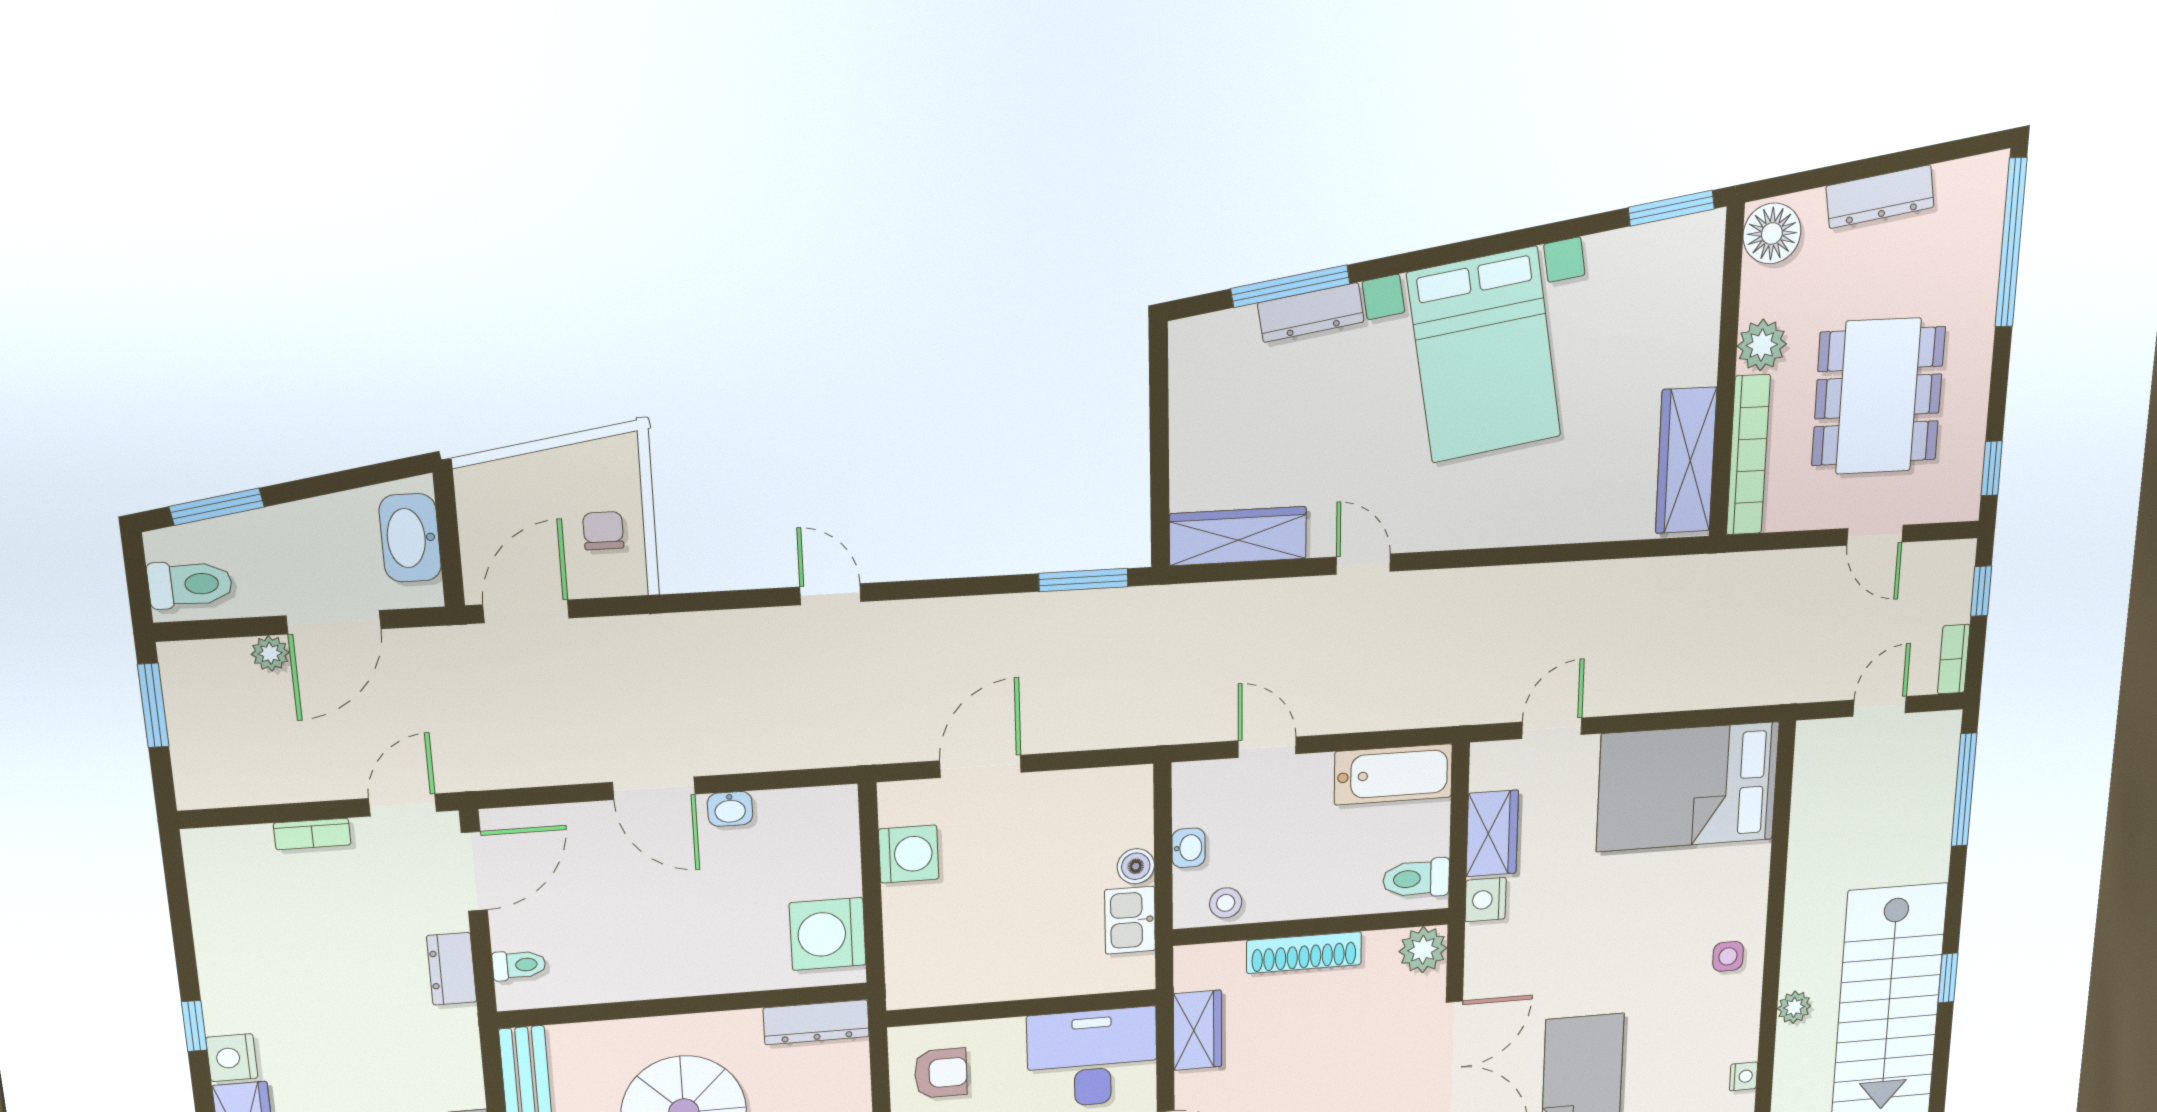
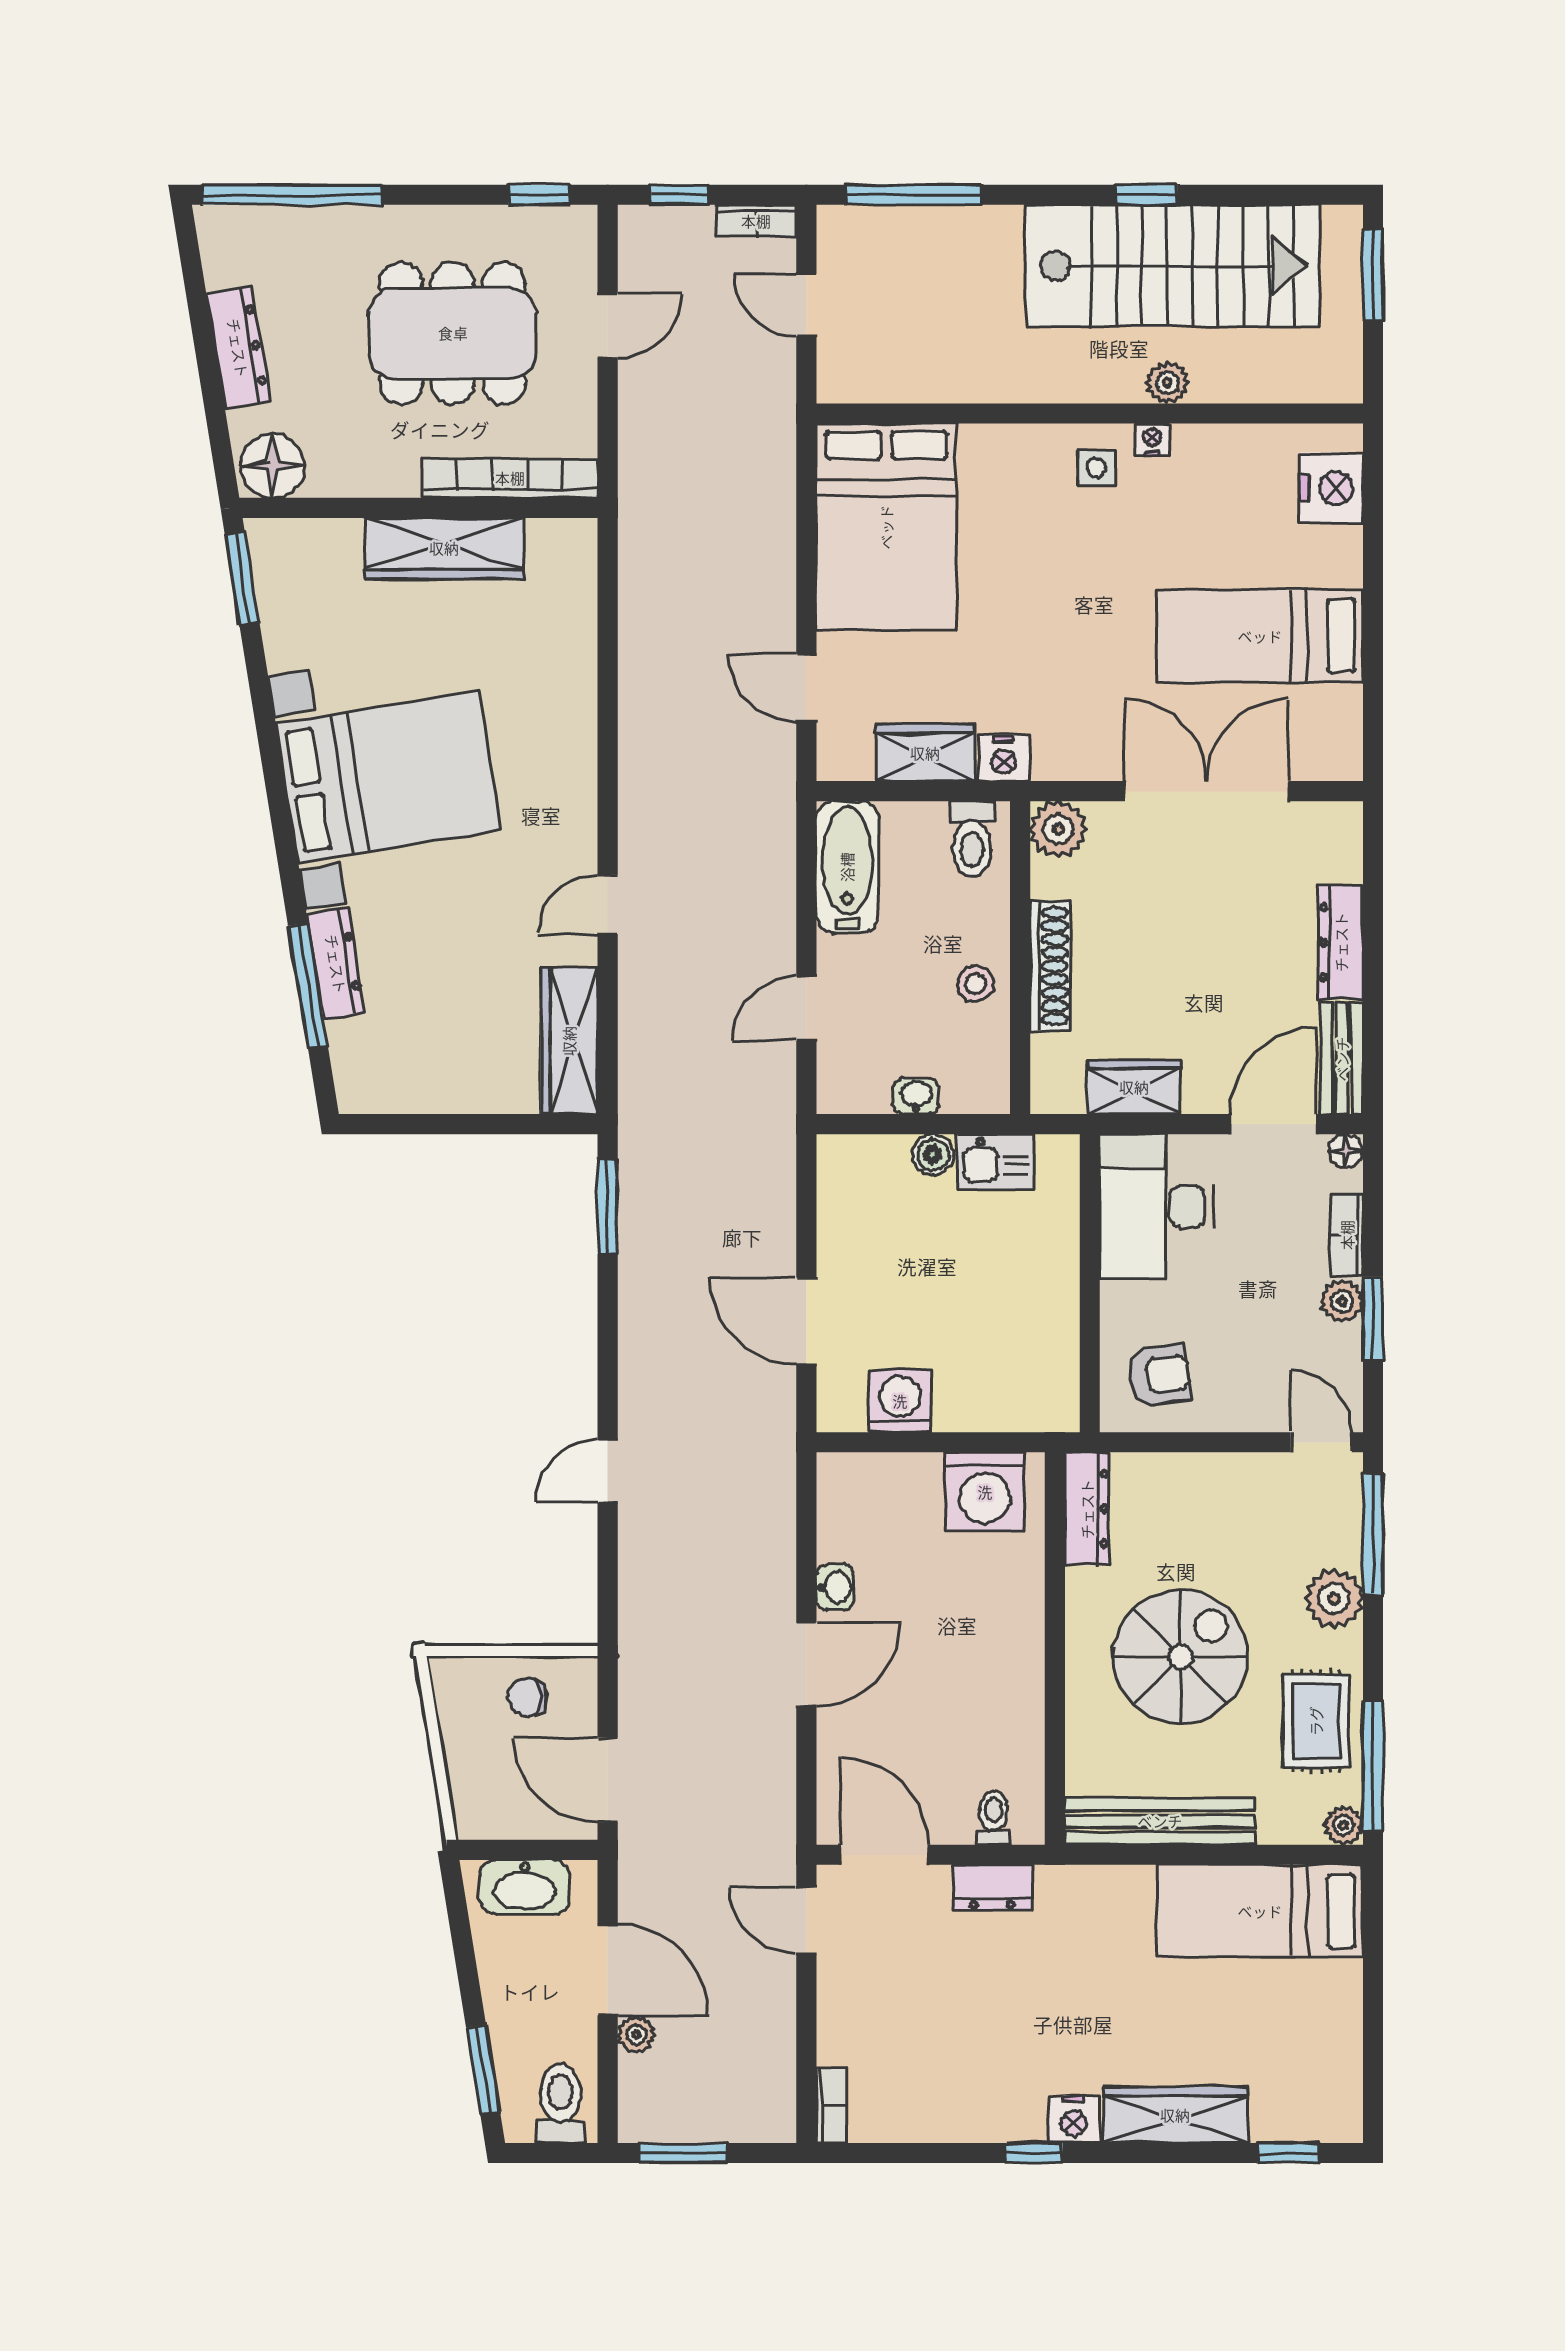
plant: (1762, 345) -> (391, 470), removed
wardrobe: (1686, 461) -> (444, 548), moved
bookcase: (312, 834) -> (831, 2106), moved
stool: (1226, 903) -> (975, 984), moved
armchair: (941, 1073) -> (1160, 1375), turned 82
nightstand: (1744, 1076) -> (1152, 440), moved

